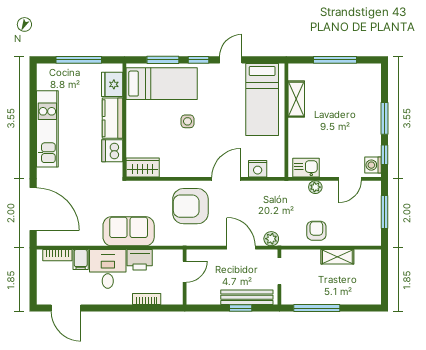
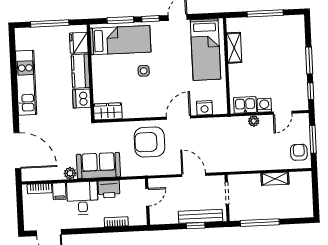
washing machine: (373, 165) -> (264, 105), moved, turned 90
armchair: (316, 231) -> (299, 152), moved
plant: (271, 239) -> (70, 173), moved

